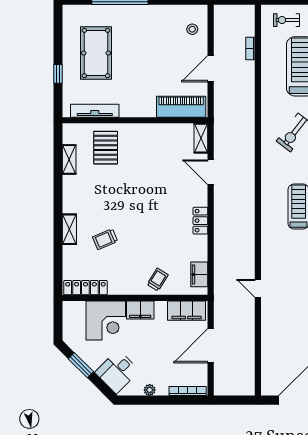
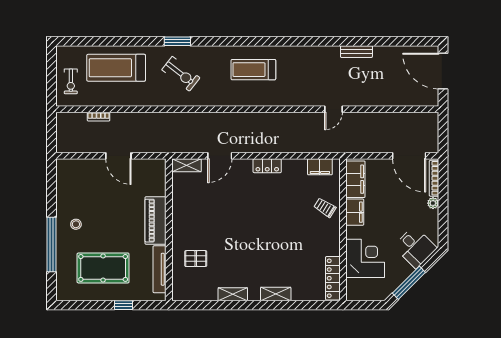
stool: (192, 29) -> (76, 224), moved
piano: (181, 107) -> (156, 221), moved
pallet: (106, 148) -> (196, 259), width x0.67, depth x0.71
shelving: (69, 159) -> (233, 294), moved
trolley: (105, 239) -> (285, 259), removed
filing cabinet: (140, 310) -> (355, 212), moved
door: (211, 346) -> (409, 156), moved
window: (81, 365) -> (409, 283), width x1.44
plant: (150, 390) -> (433, 203), moved

